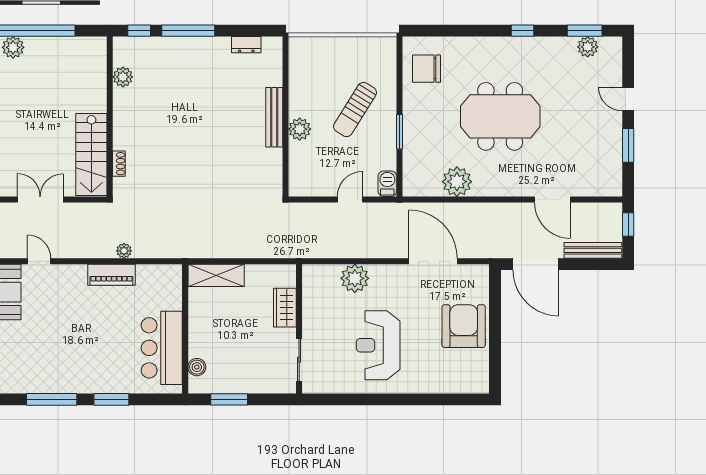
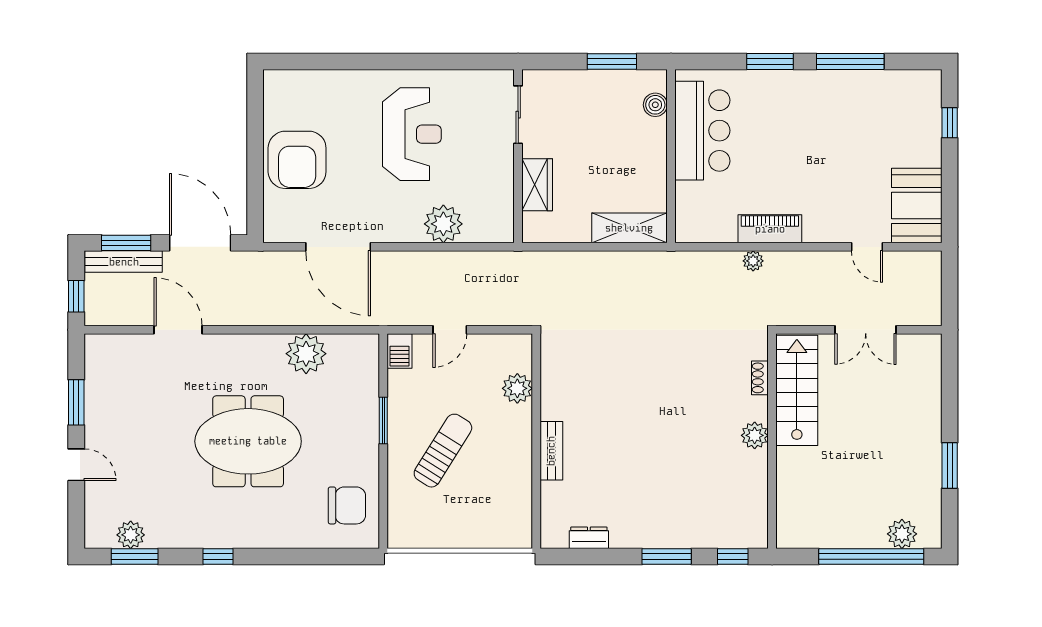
window: (188, 31) -> (667, 557), width x0.69
plant: (123, 77) -> (755, 435), moved
bench: (274, 117) -> (551, 451), width x0.73
plant: (300, 129) -> (517, 388), moved
window: (591, 264) -> (126, 243), added

